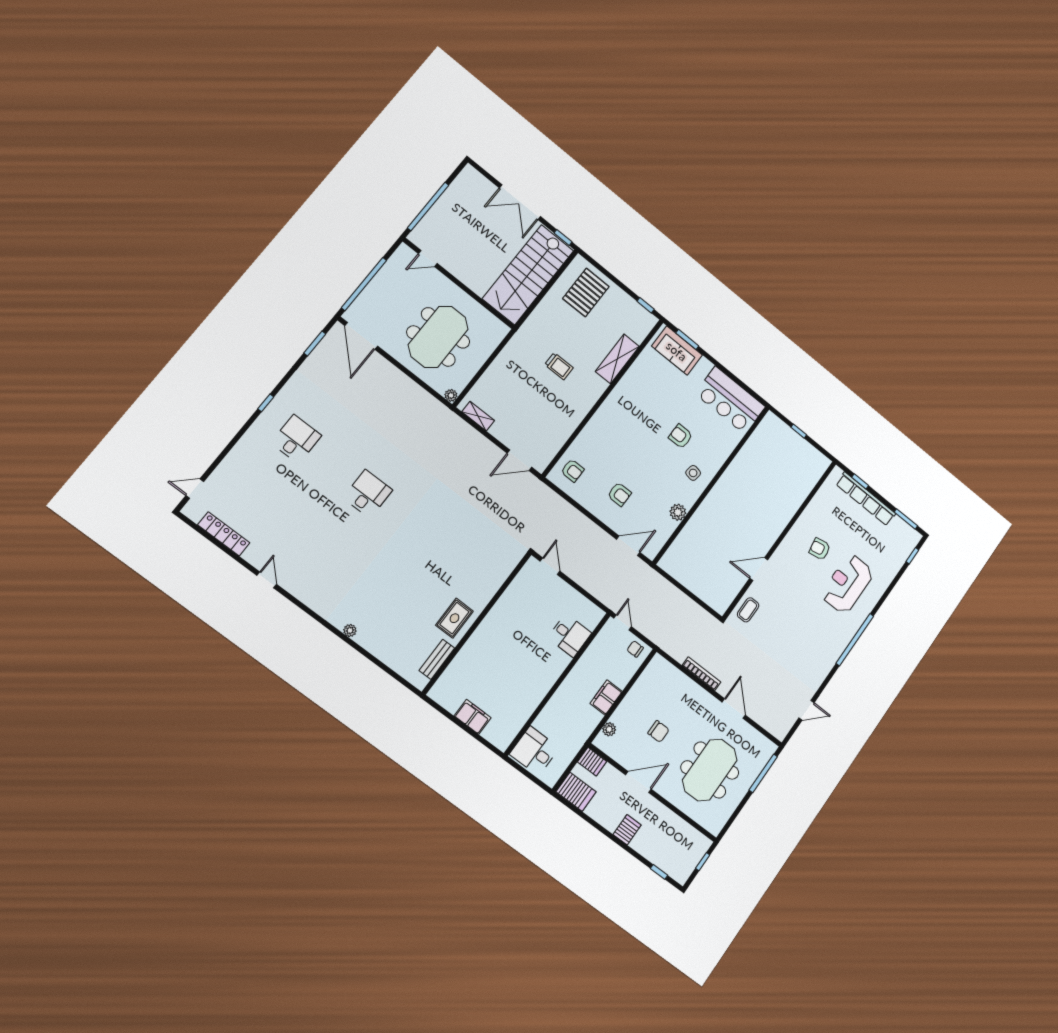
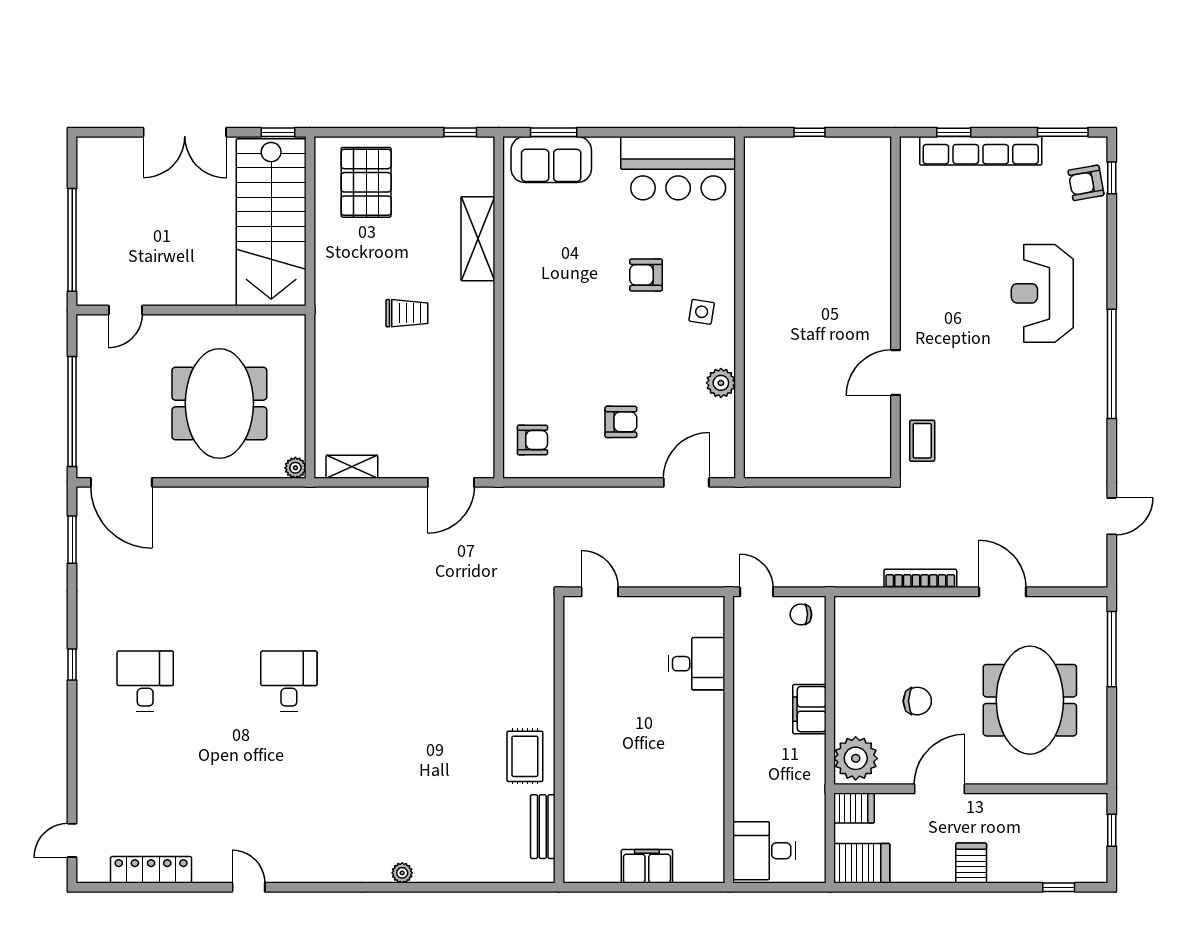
armchair: (820, 549) -> (1086, 183), moved
plant: (609, 729) -> (856, 758), width x1.87, depth x1.87

